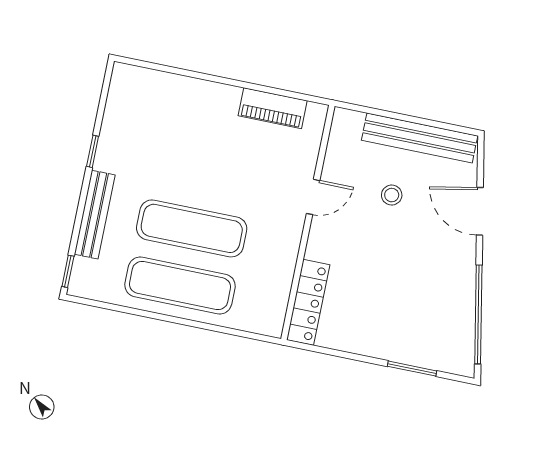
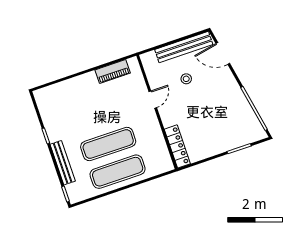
door: (480, 211) -> (223, 53), moved

